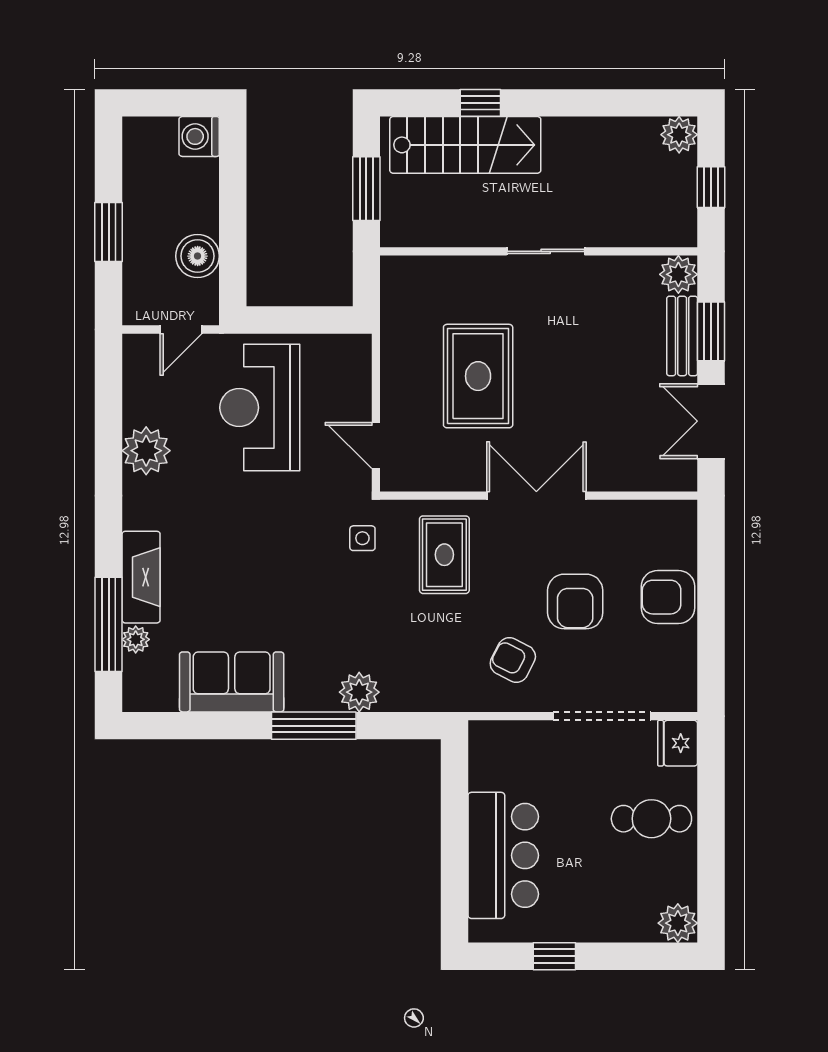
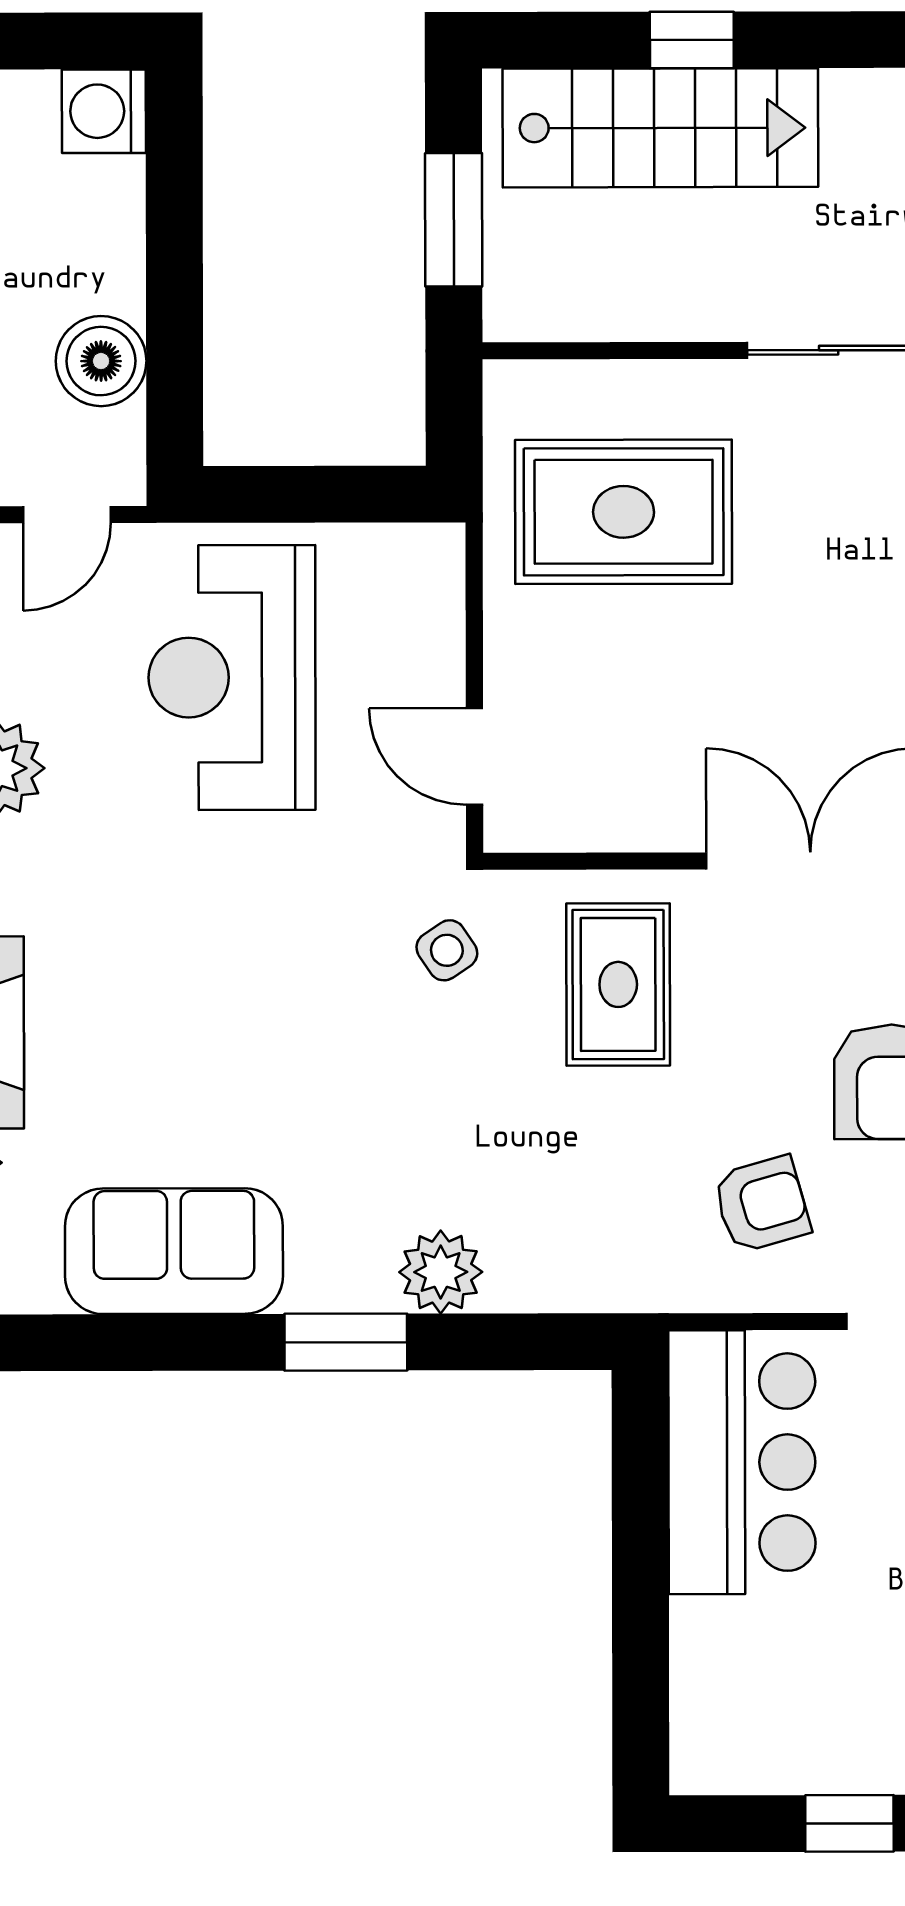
rug: (478, 376) -> (624, 512), moved, turned 90
side table: (362, 538) -> (447, 950), turned -34
armchair: (513, 660) -> (762, 1204), turned 137
window: (314, 726) -> (346, 1342), width x0.69
bar counter: (503, 855) -> (742, 1462), moved

